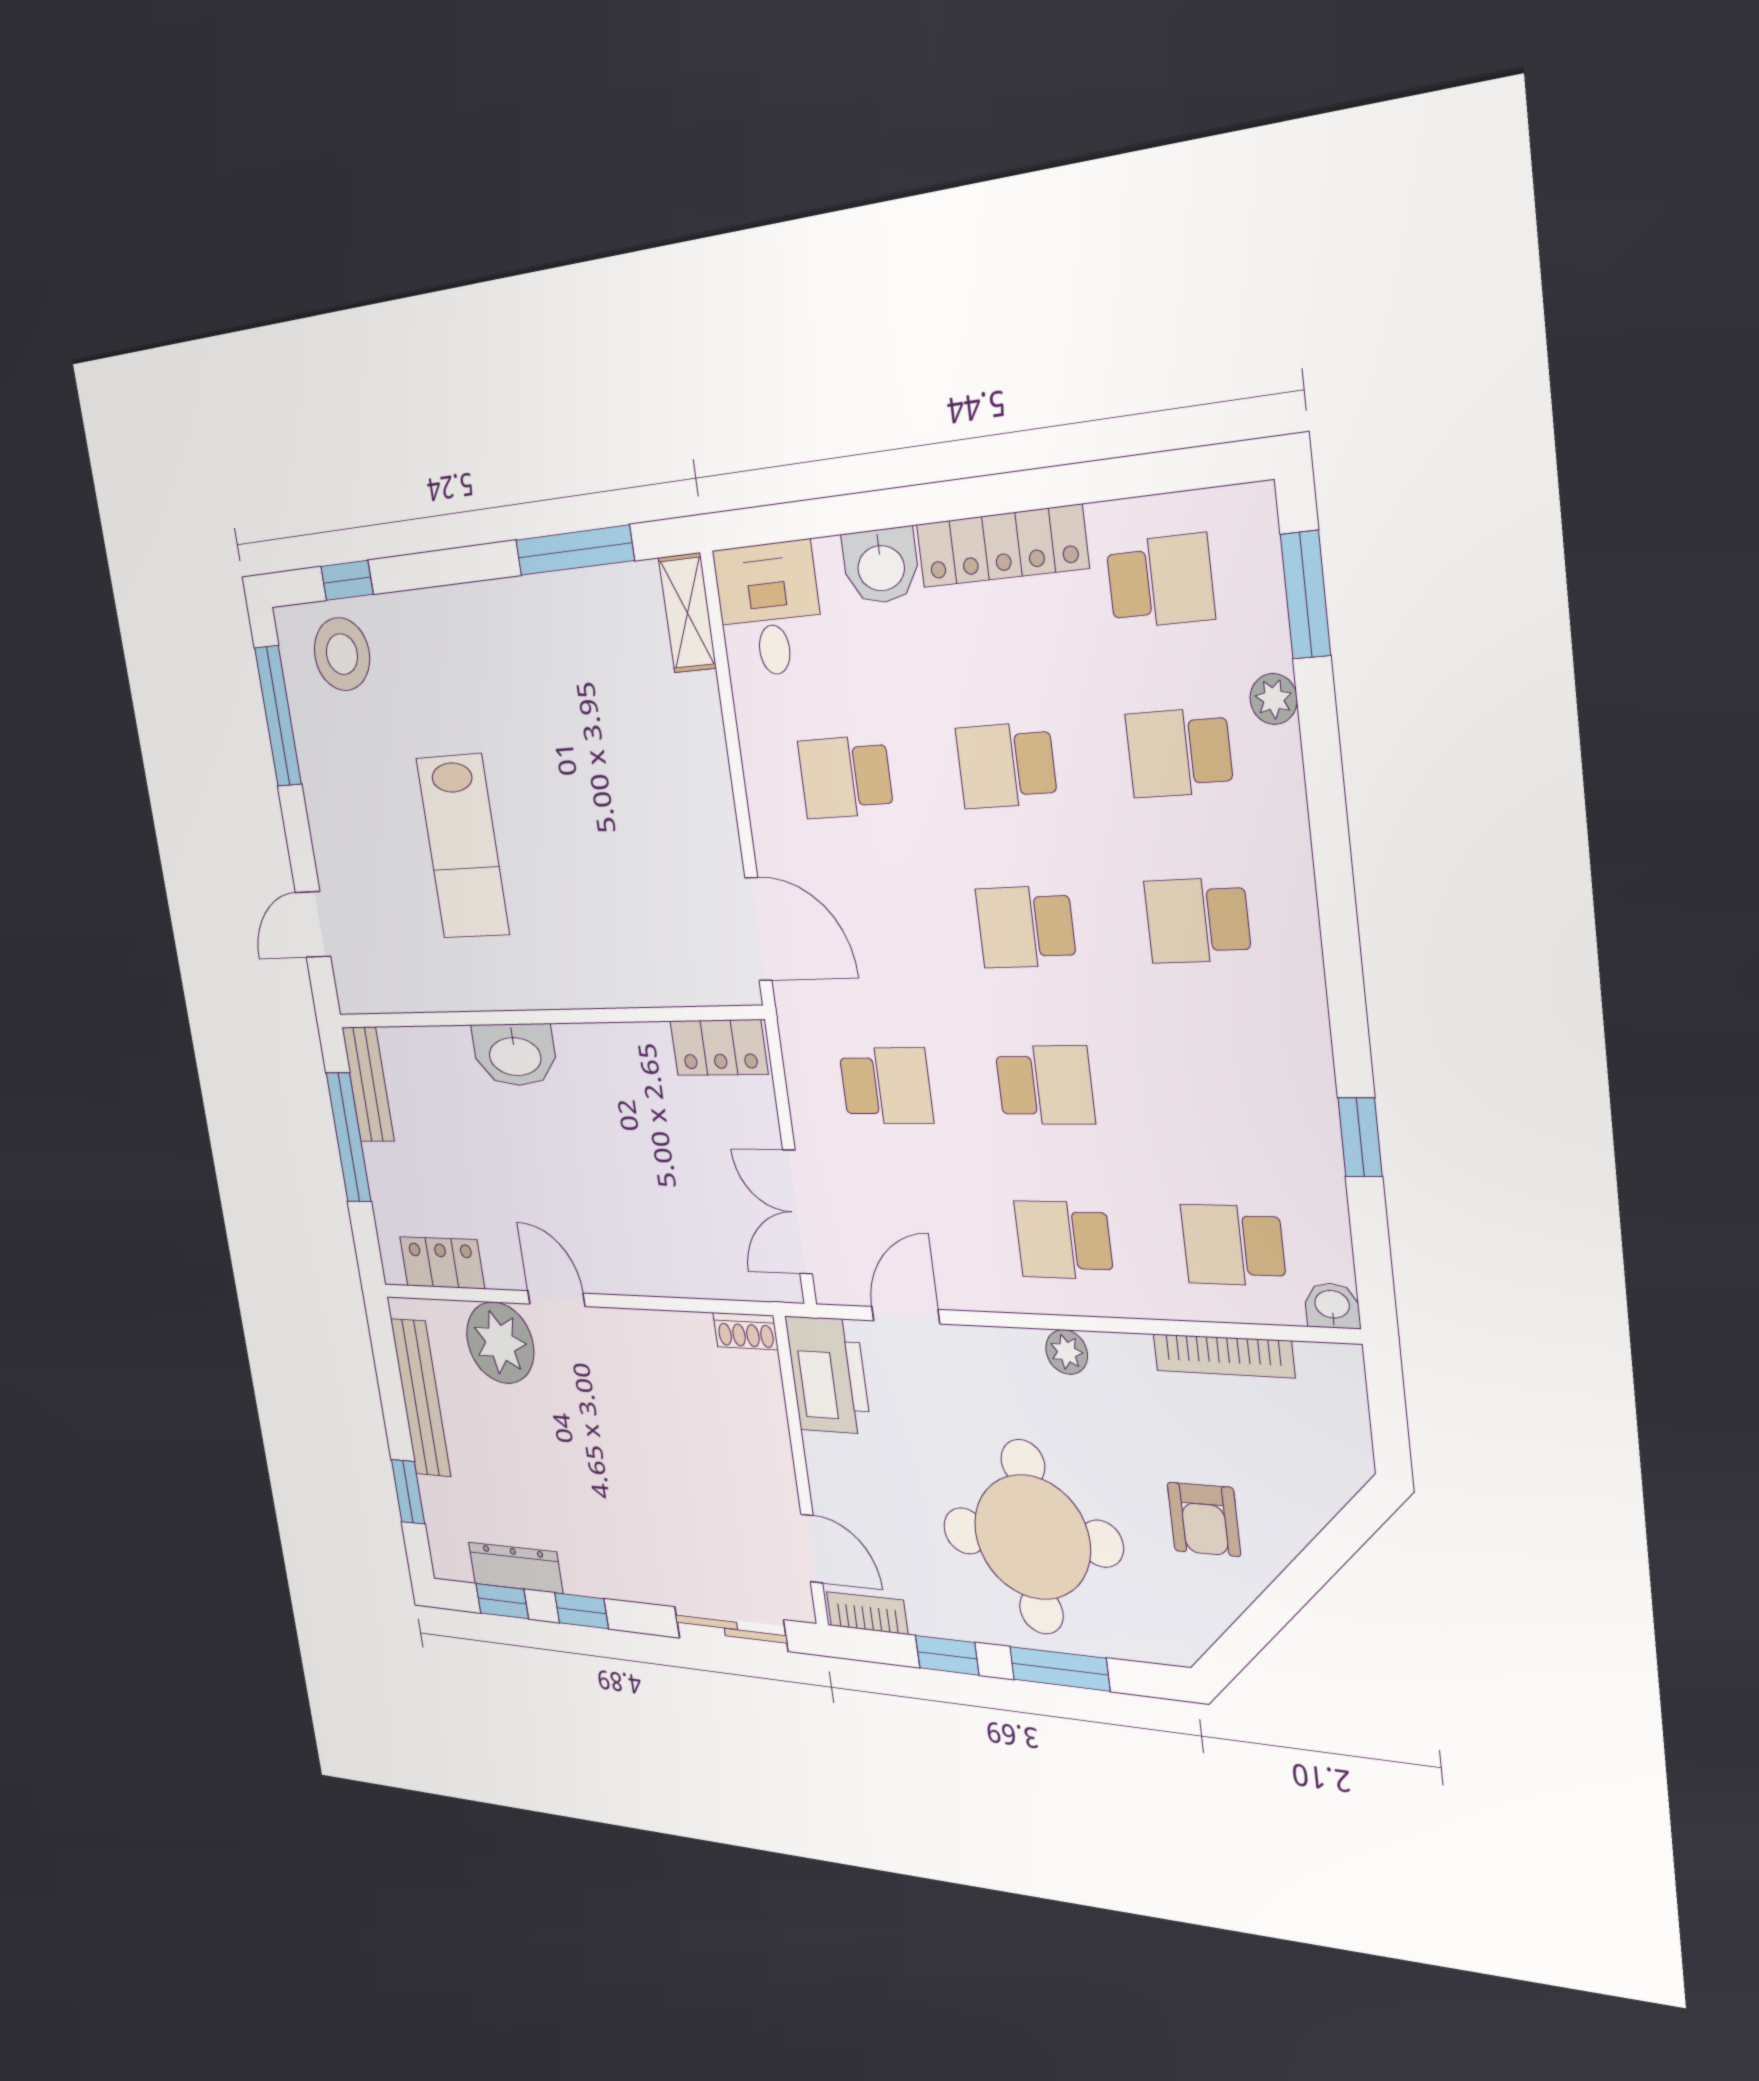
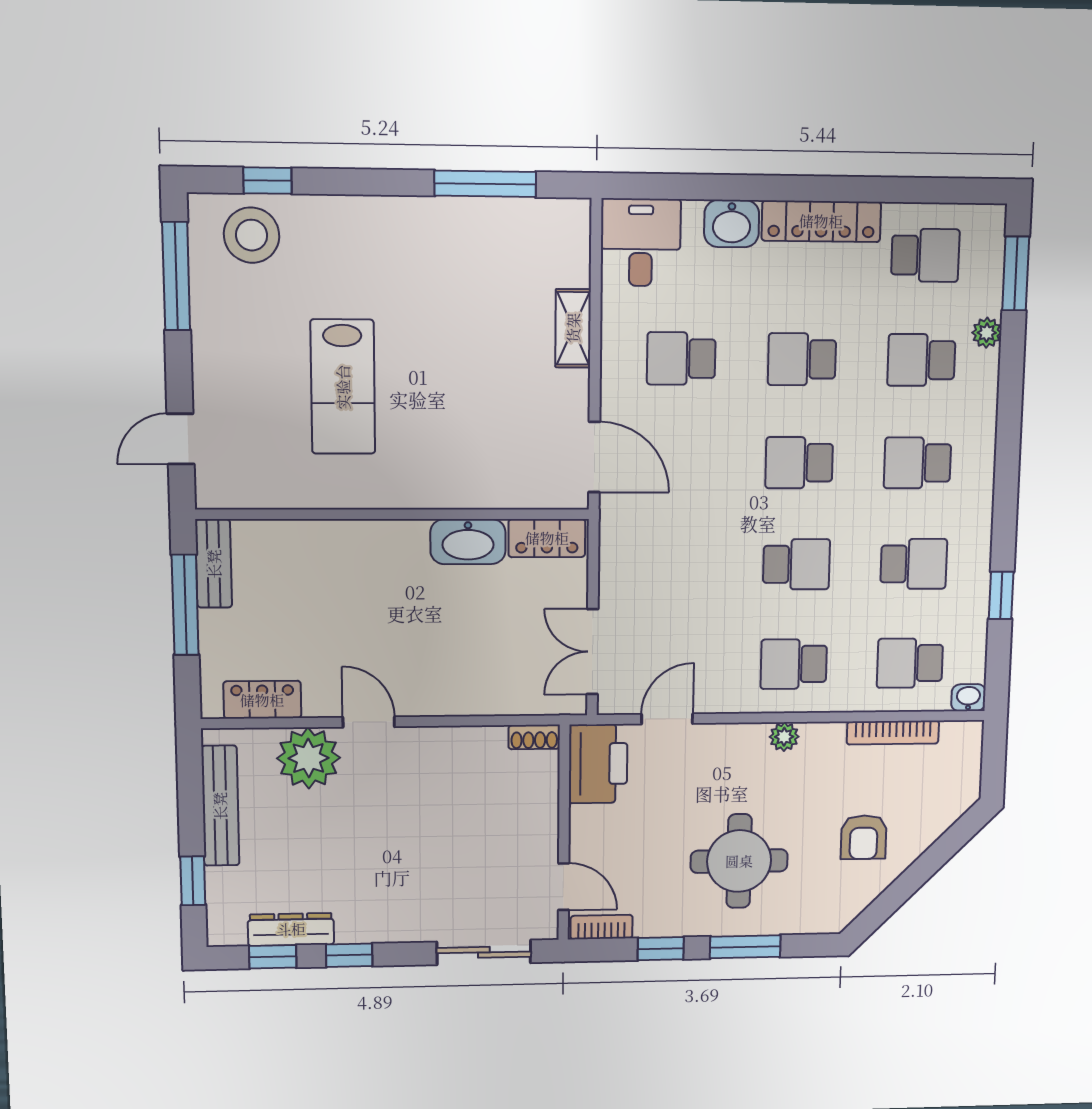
shelving: (687, 613) -> (573, 328), moved
washbasin: (515, 1055) -> (468, 542), moved
school desk: (886, 1086) -> (914, 564), moved
round table: (1032, 1537) -> (739, 861), width x0.73, depth x0.73

